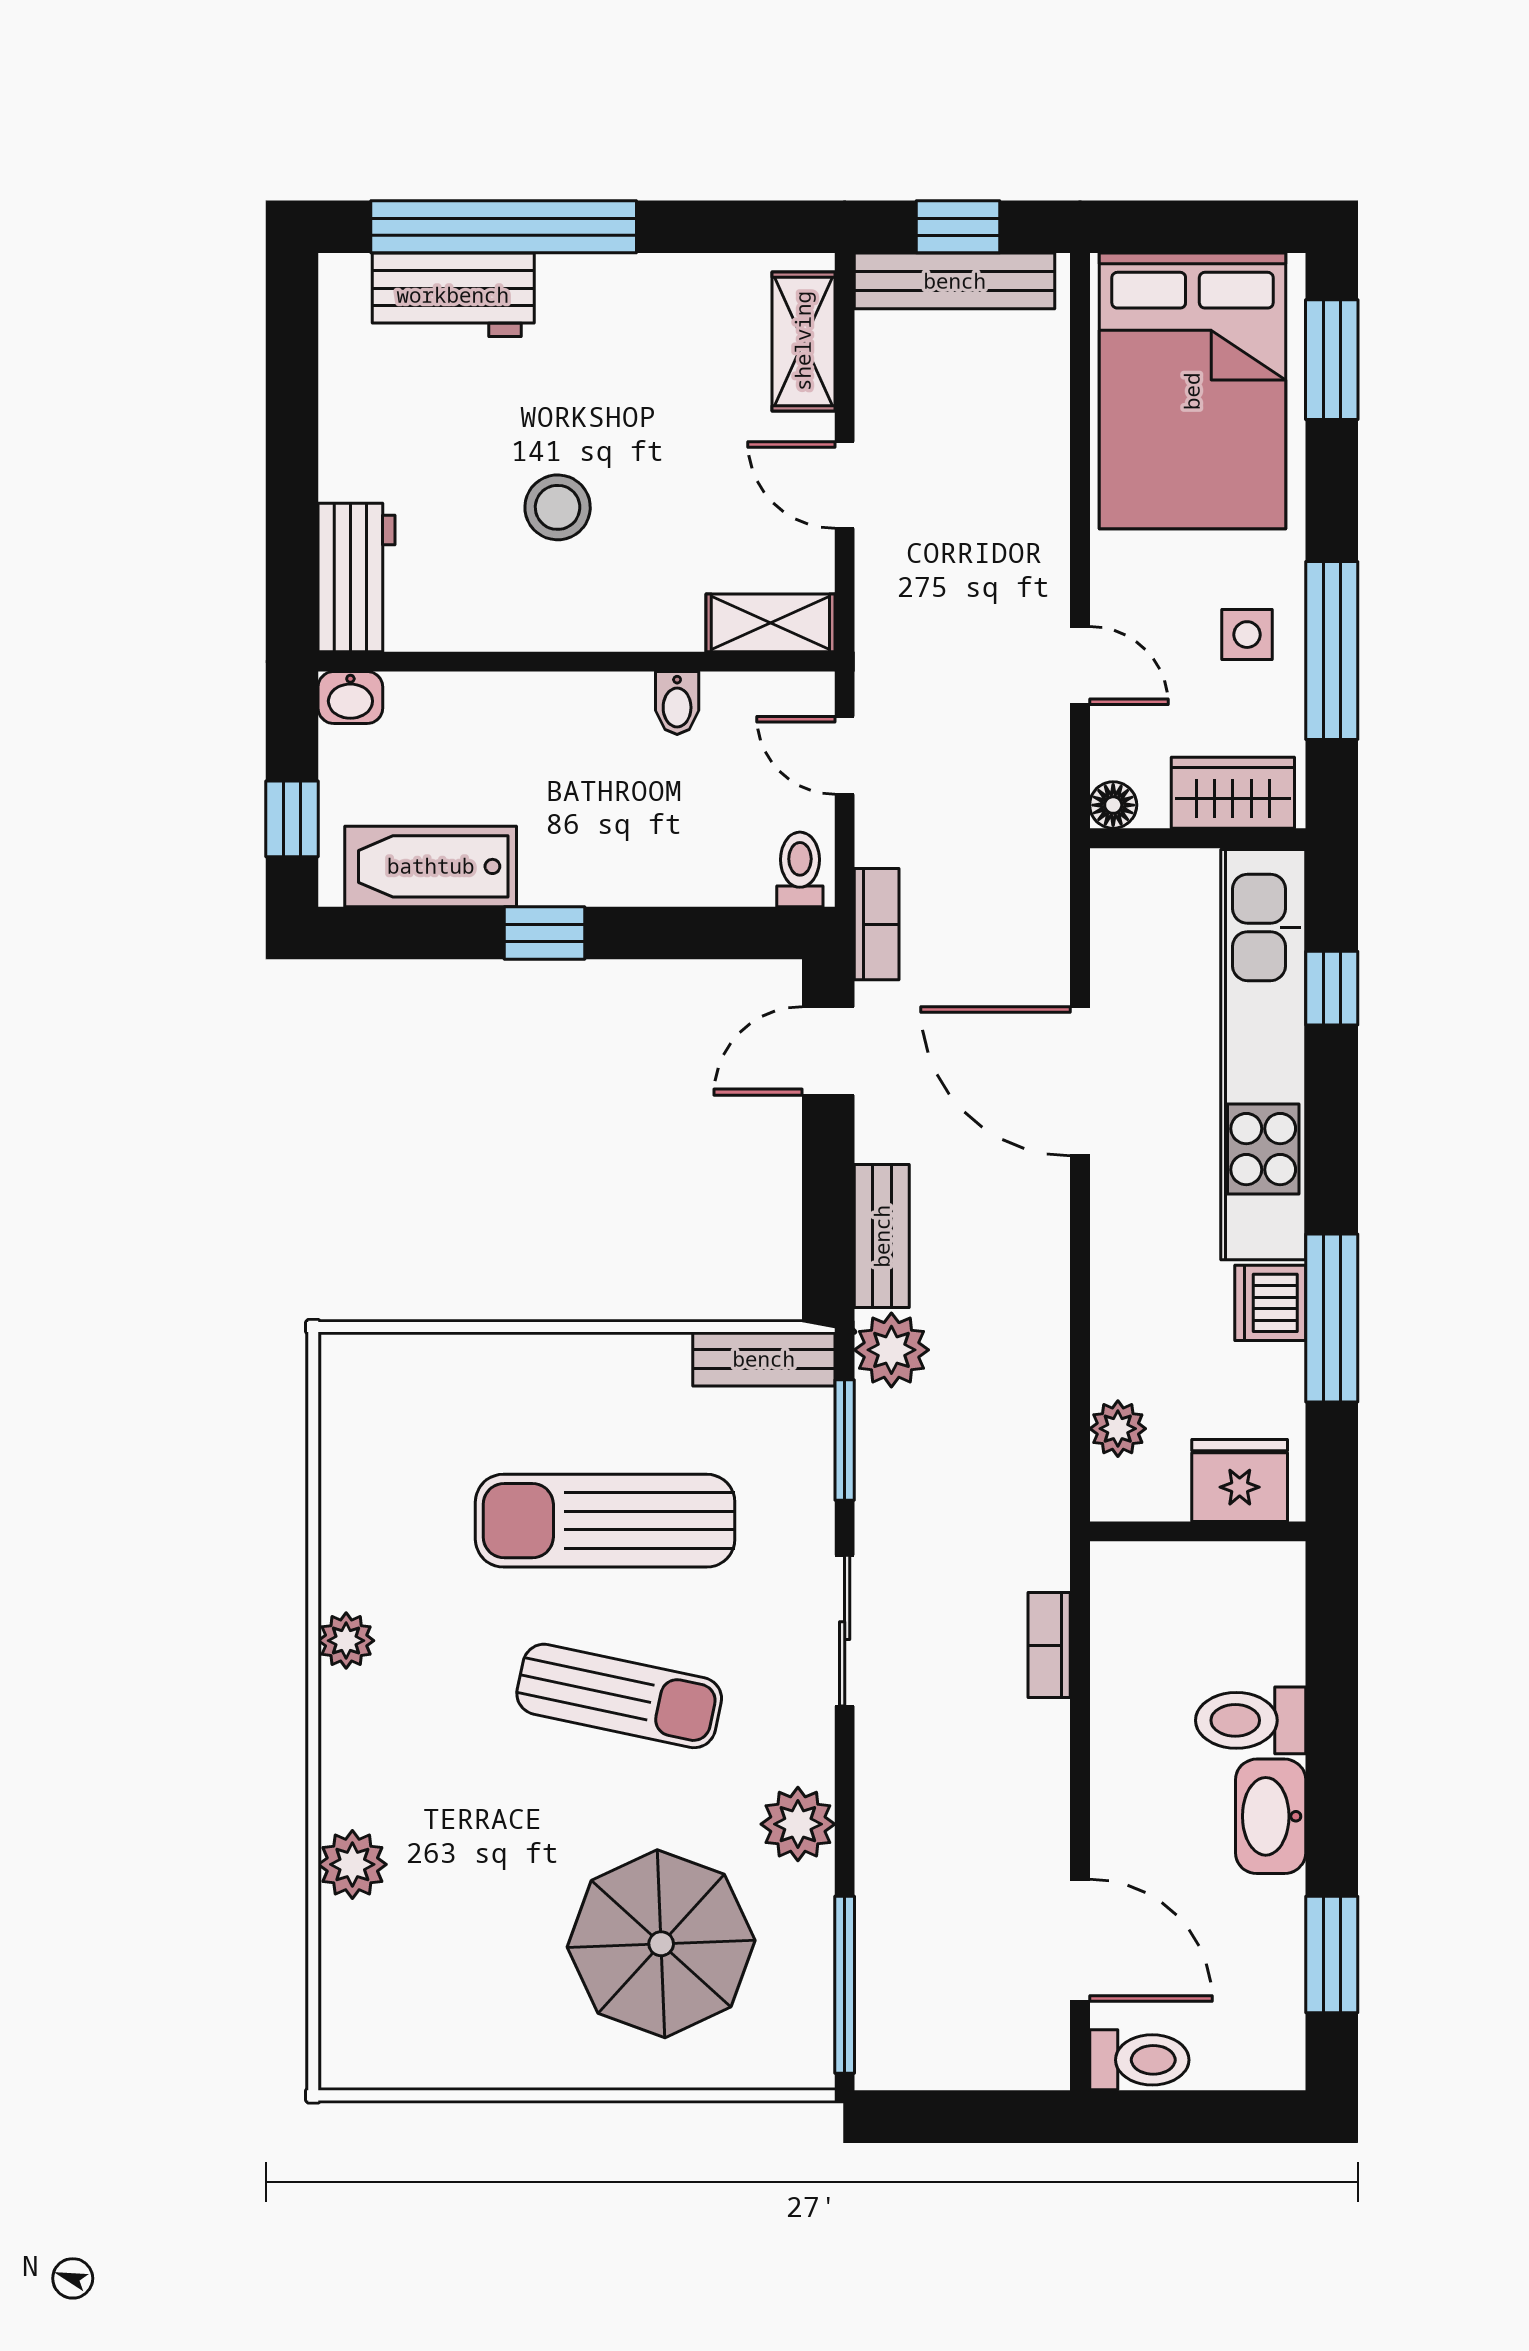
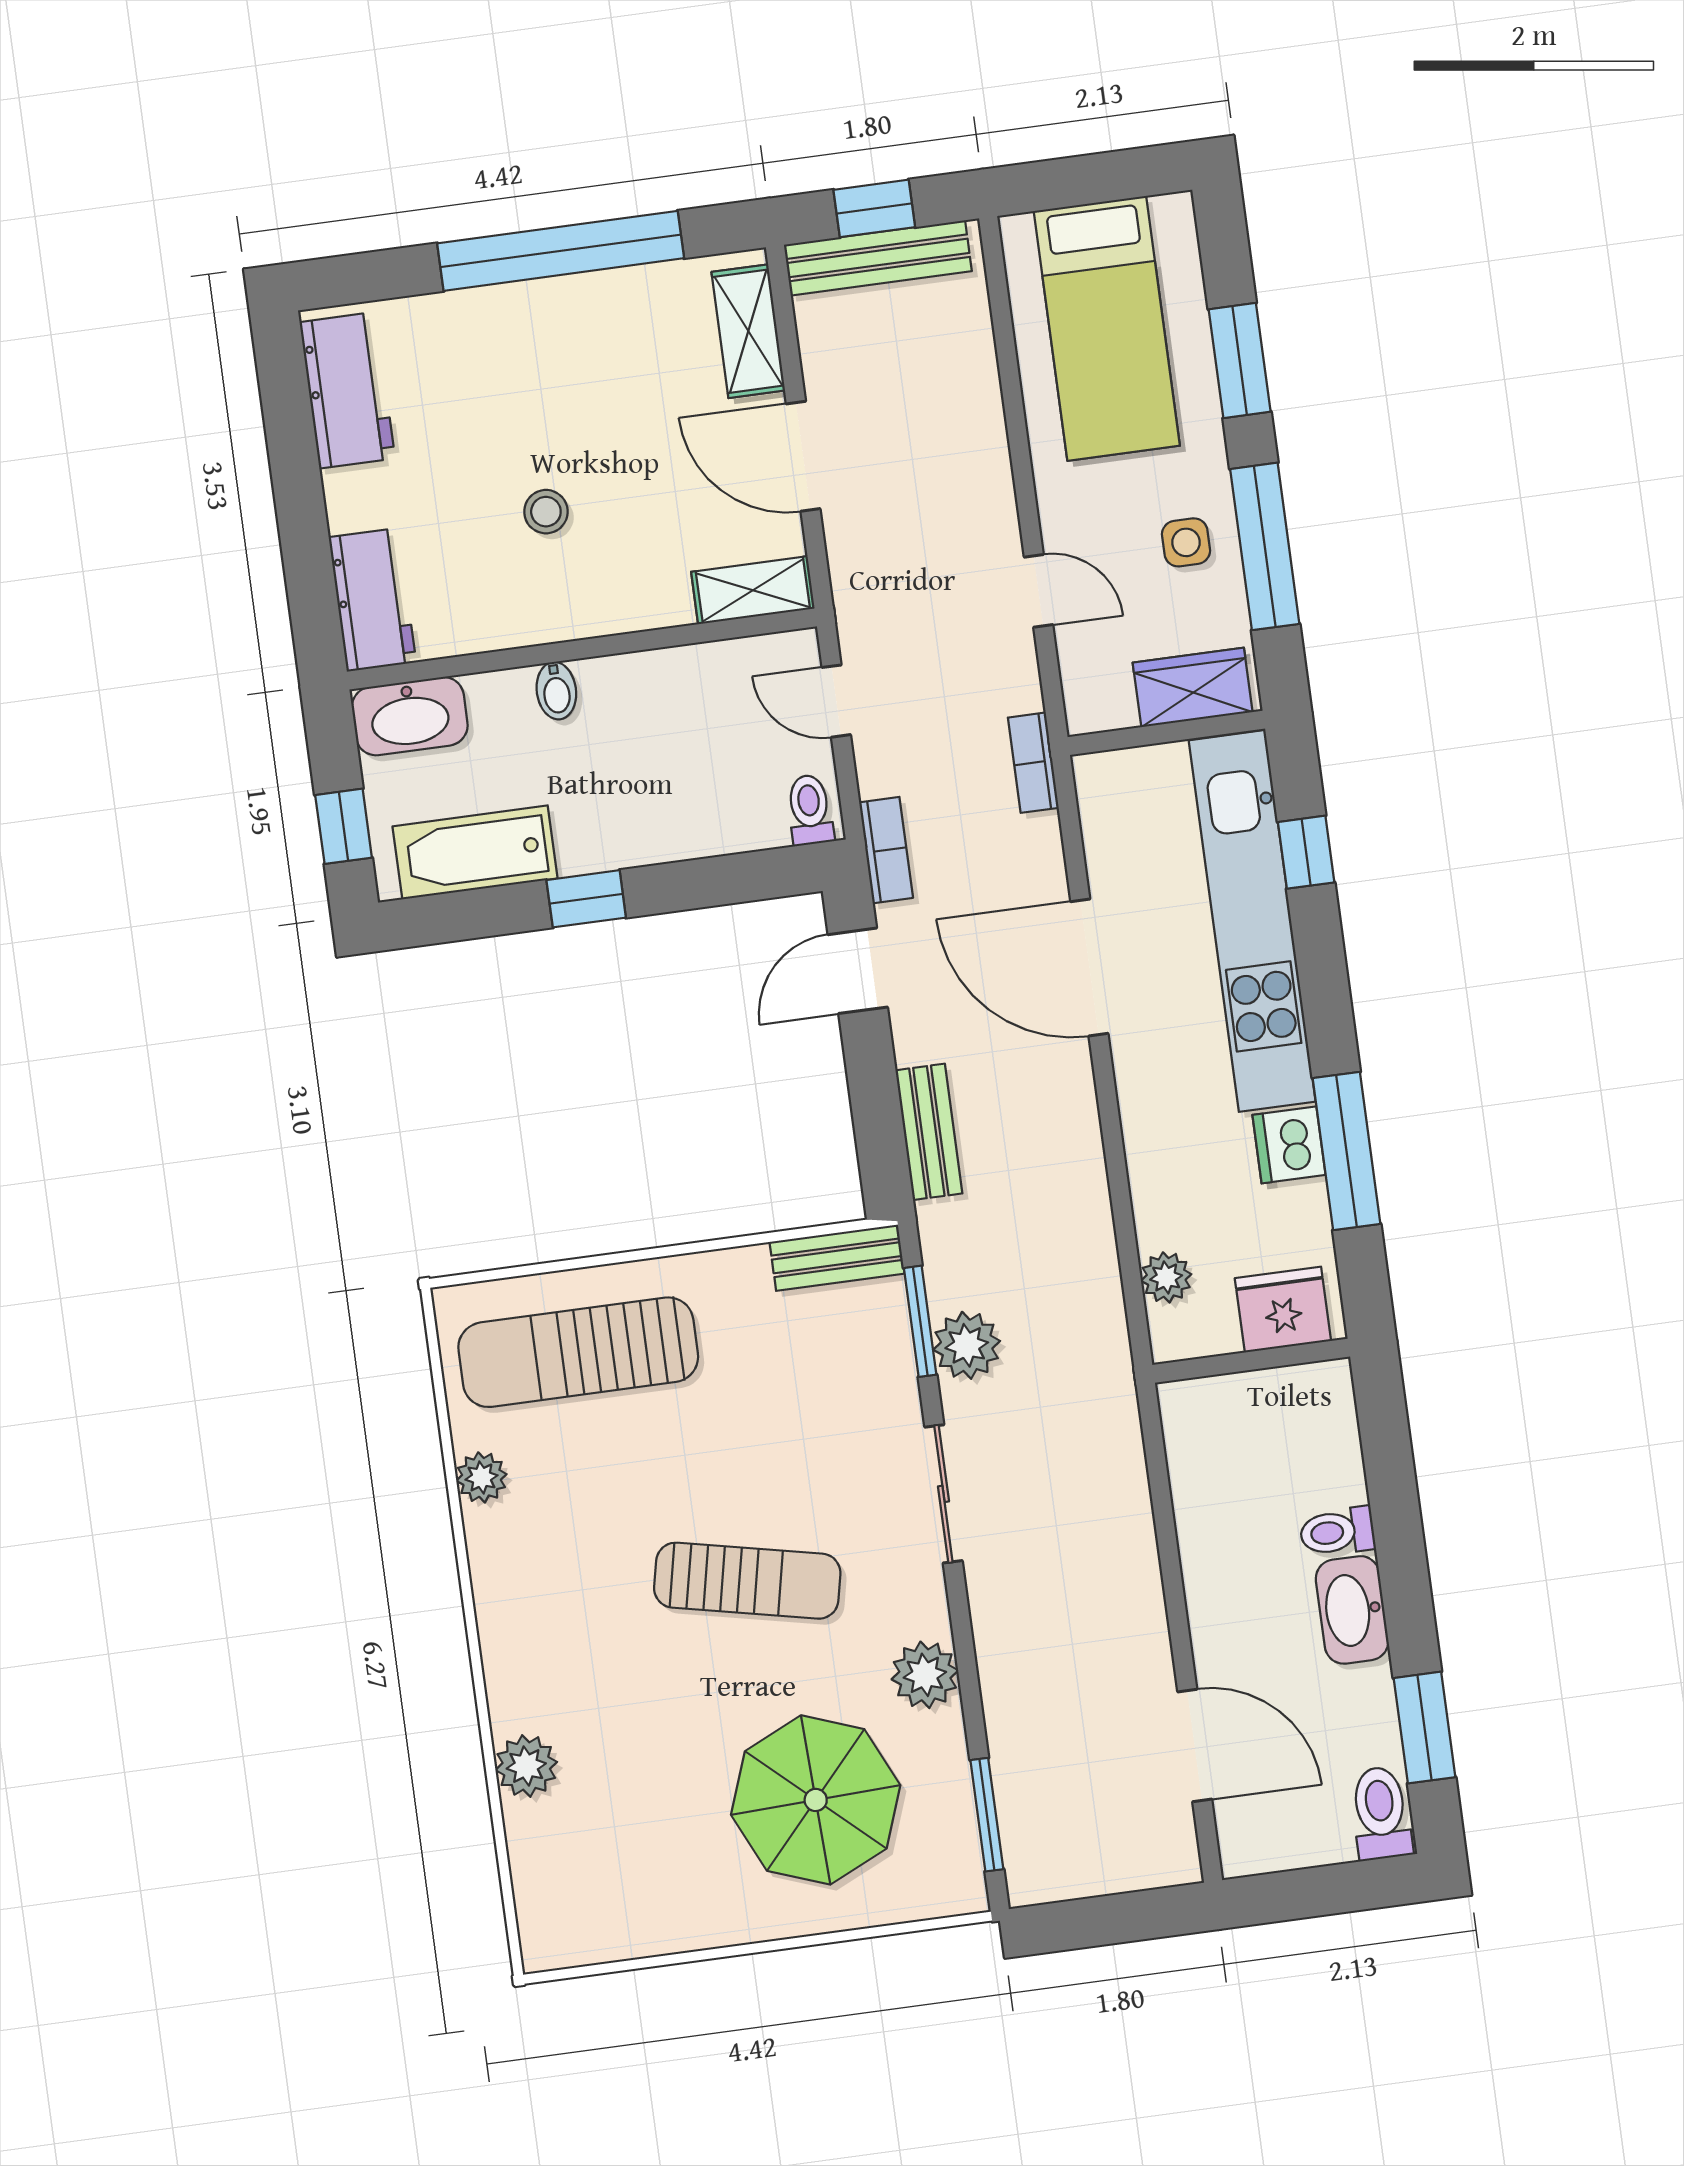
window: (504, 227) -> (561, 251), moved
workbench: (453, 295) -> (347, 390), moved, turned -90
window: (1332, 360) -> (1240, 361), moved
bed: (1192, 391) -> (1107, 328), width x0.67
door: (845, 485) -> (803, 456), width x1.38
stool: (558, 507) -> (546, 512), width x0.73, depth x0.73
washbasin: (350, 698) -> (410, 716), width x1.91, depth x1.45
bidet: (677, 703) -> (556, 691), moved
floor lamp: (1113, 805) -> (1086, 713), removed
plant: (891, 1350) -> (967, 1345), moved
sun lounger: (605, 1521) -> (578, 1352), moved
plant: (346, 1641) -> (481, 1477), moved
bookcase: (1049, 1645) -> (1033, 763), moved
toilet: (1251, 1720) -> (1337, 1532), width x0.73, depth x0.72
window: (845, 1985) -> (987, 1815), width x0.69
toilet: (1139, 2060) -> (1381, 1813), moved, turned -90

